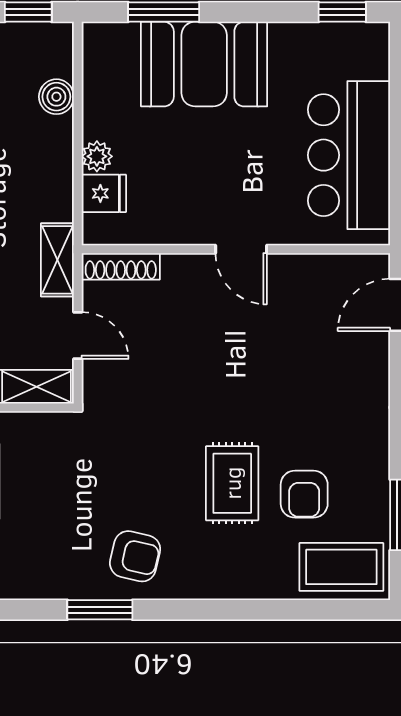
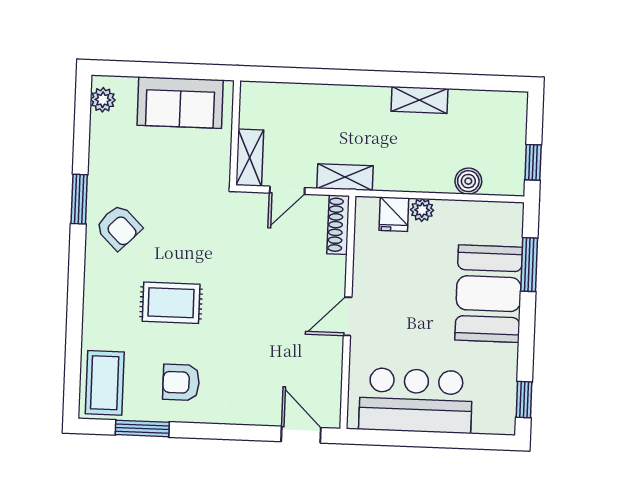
armchair: (304, 494) -> (181, 382), moved
armchair: (135, 556) -> (119, 227), turned -58

